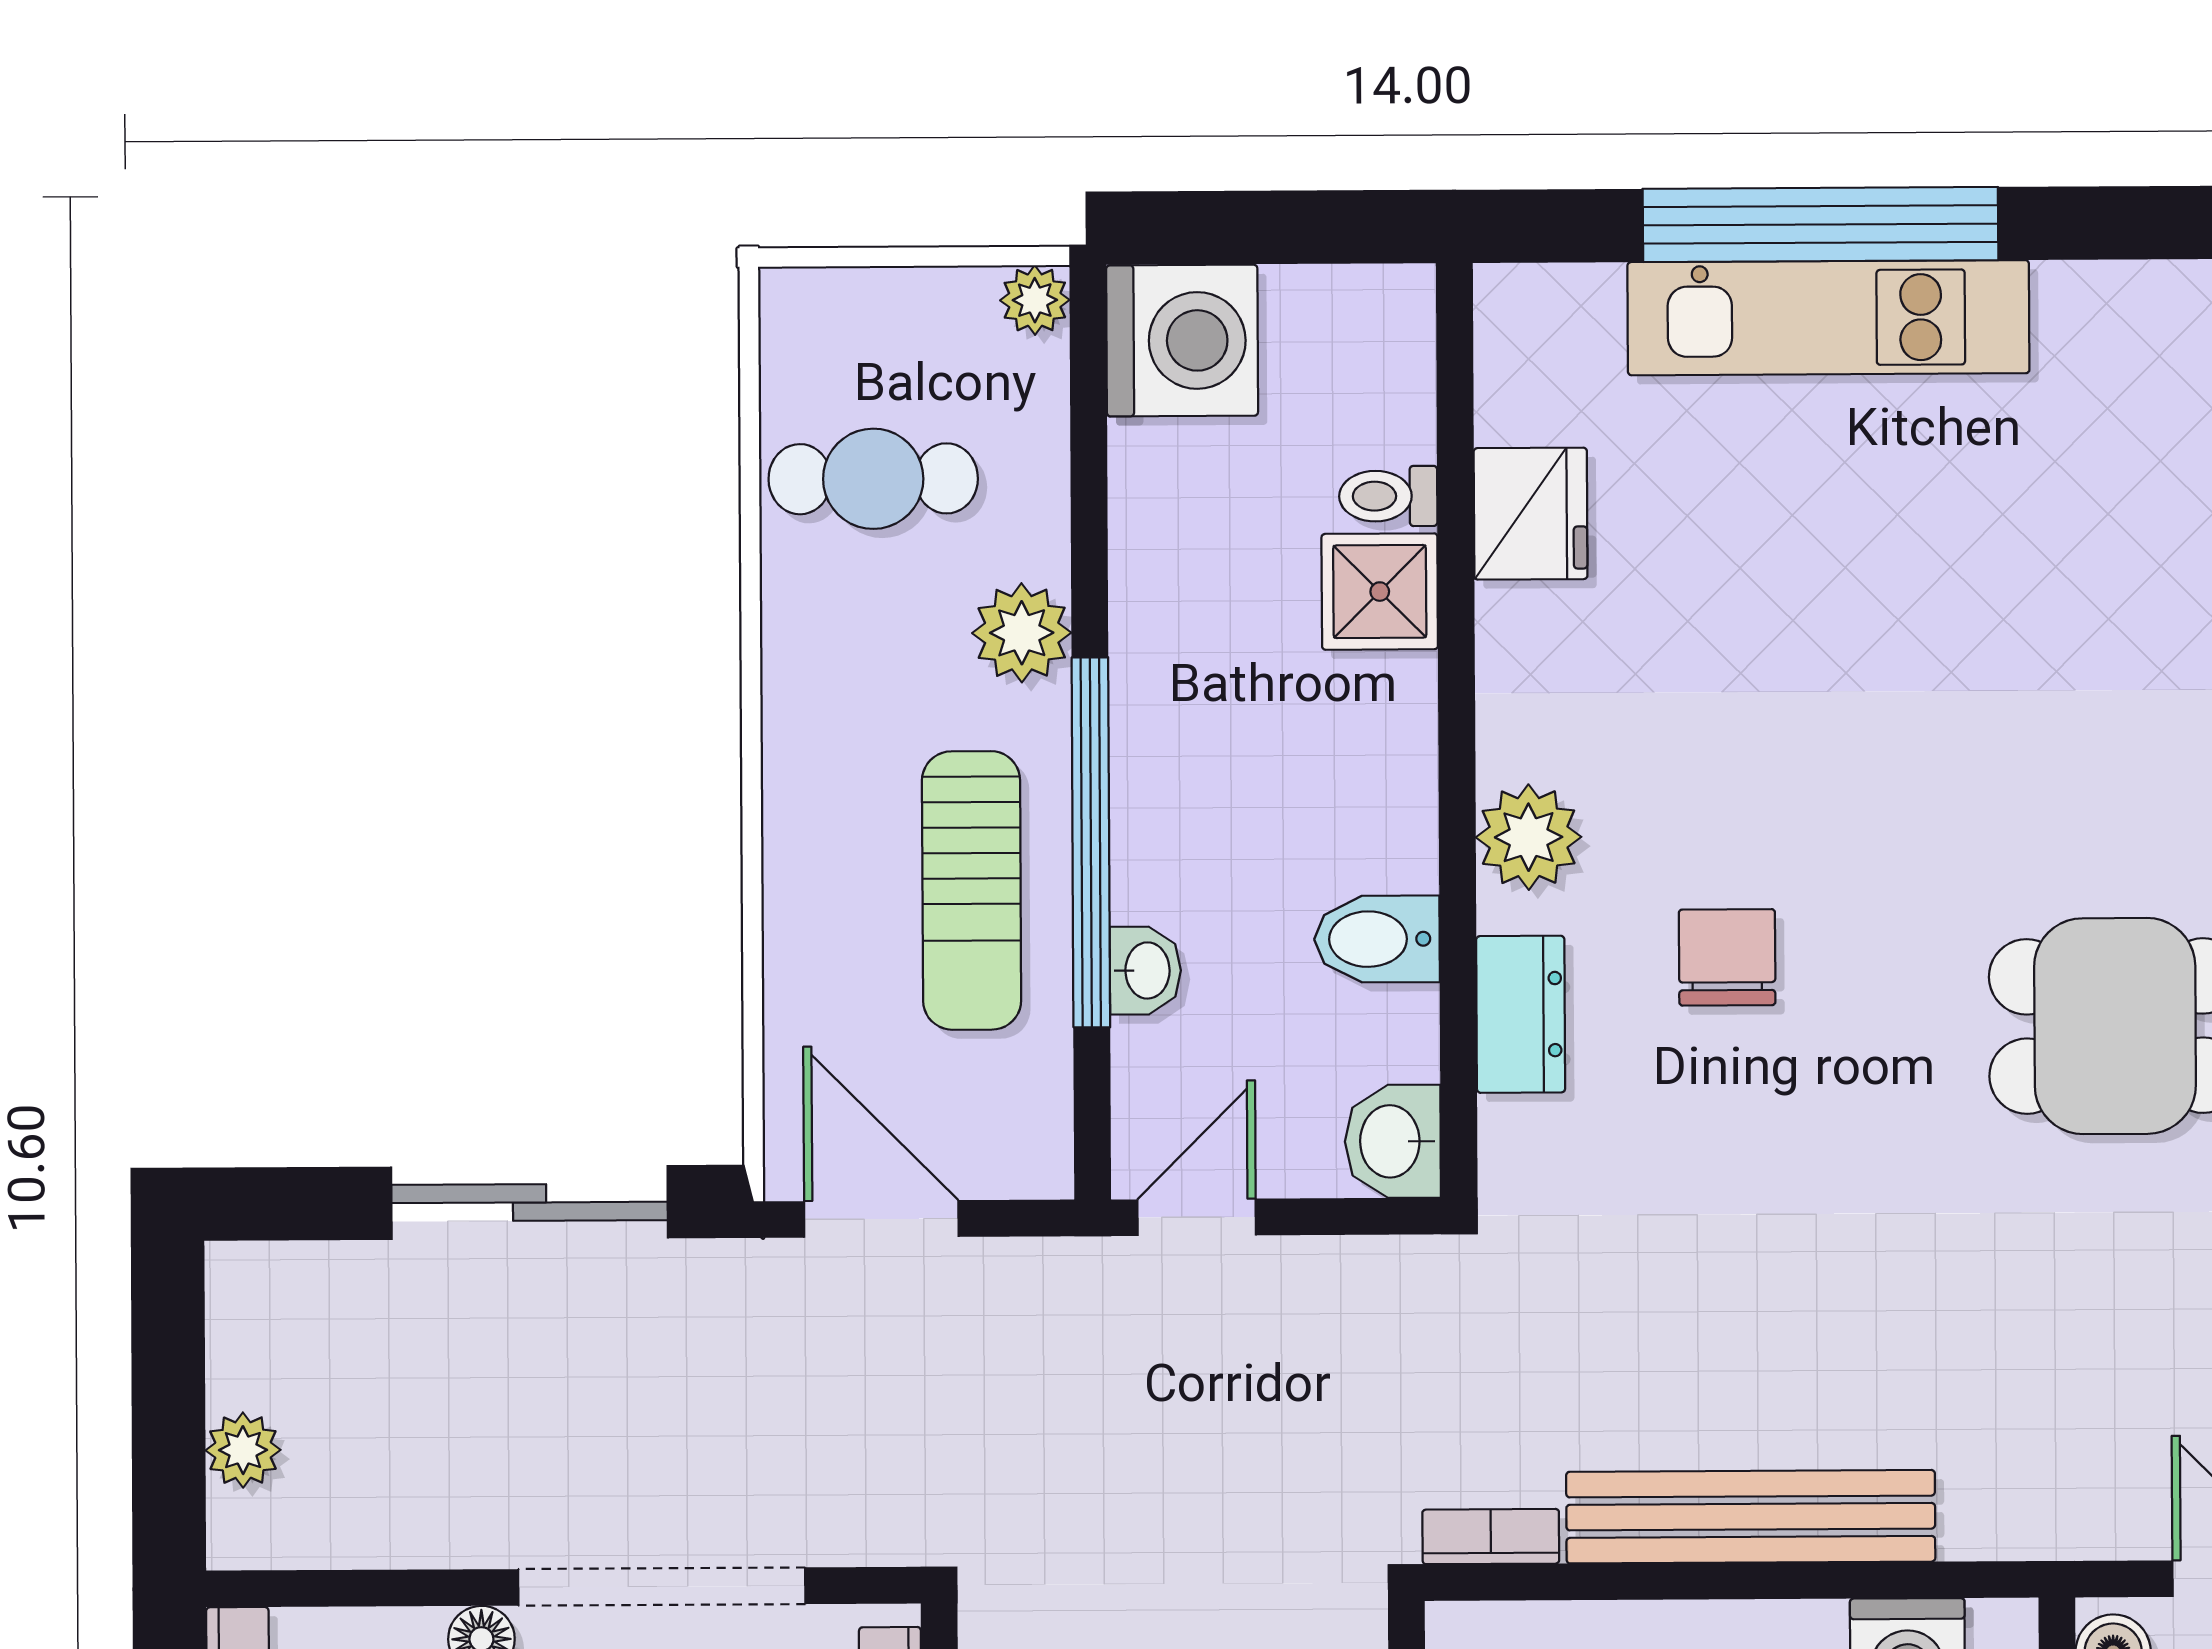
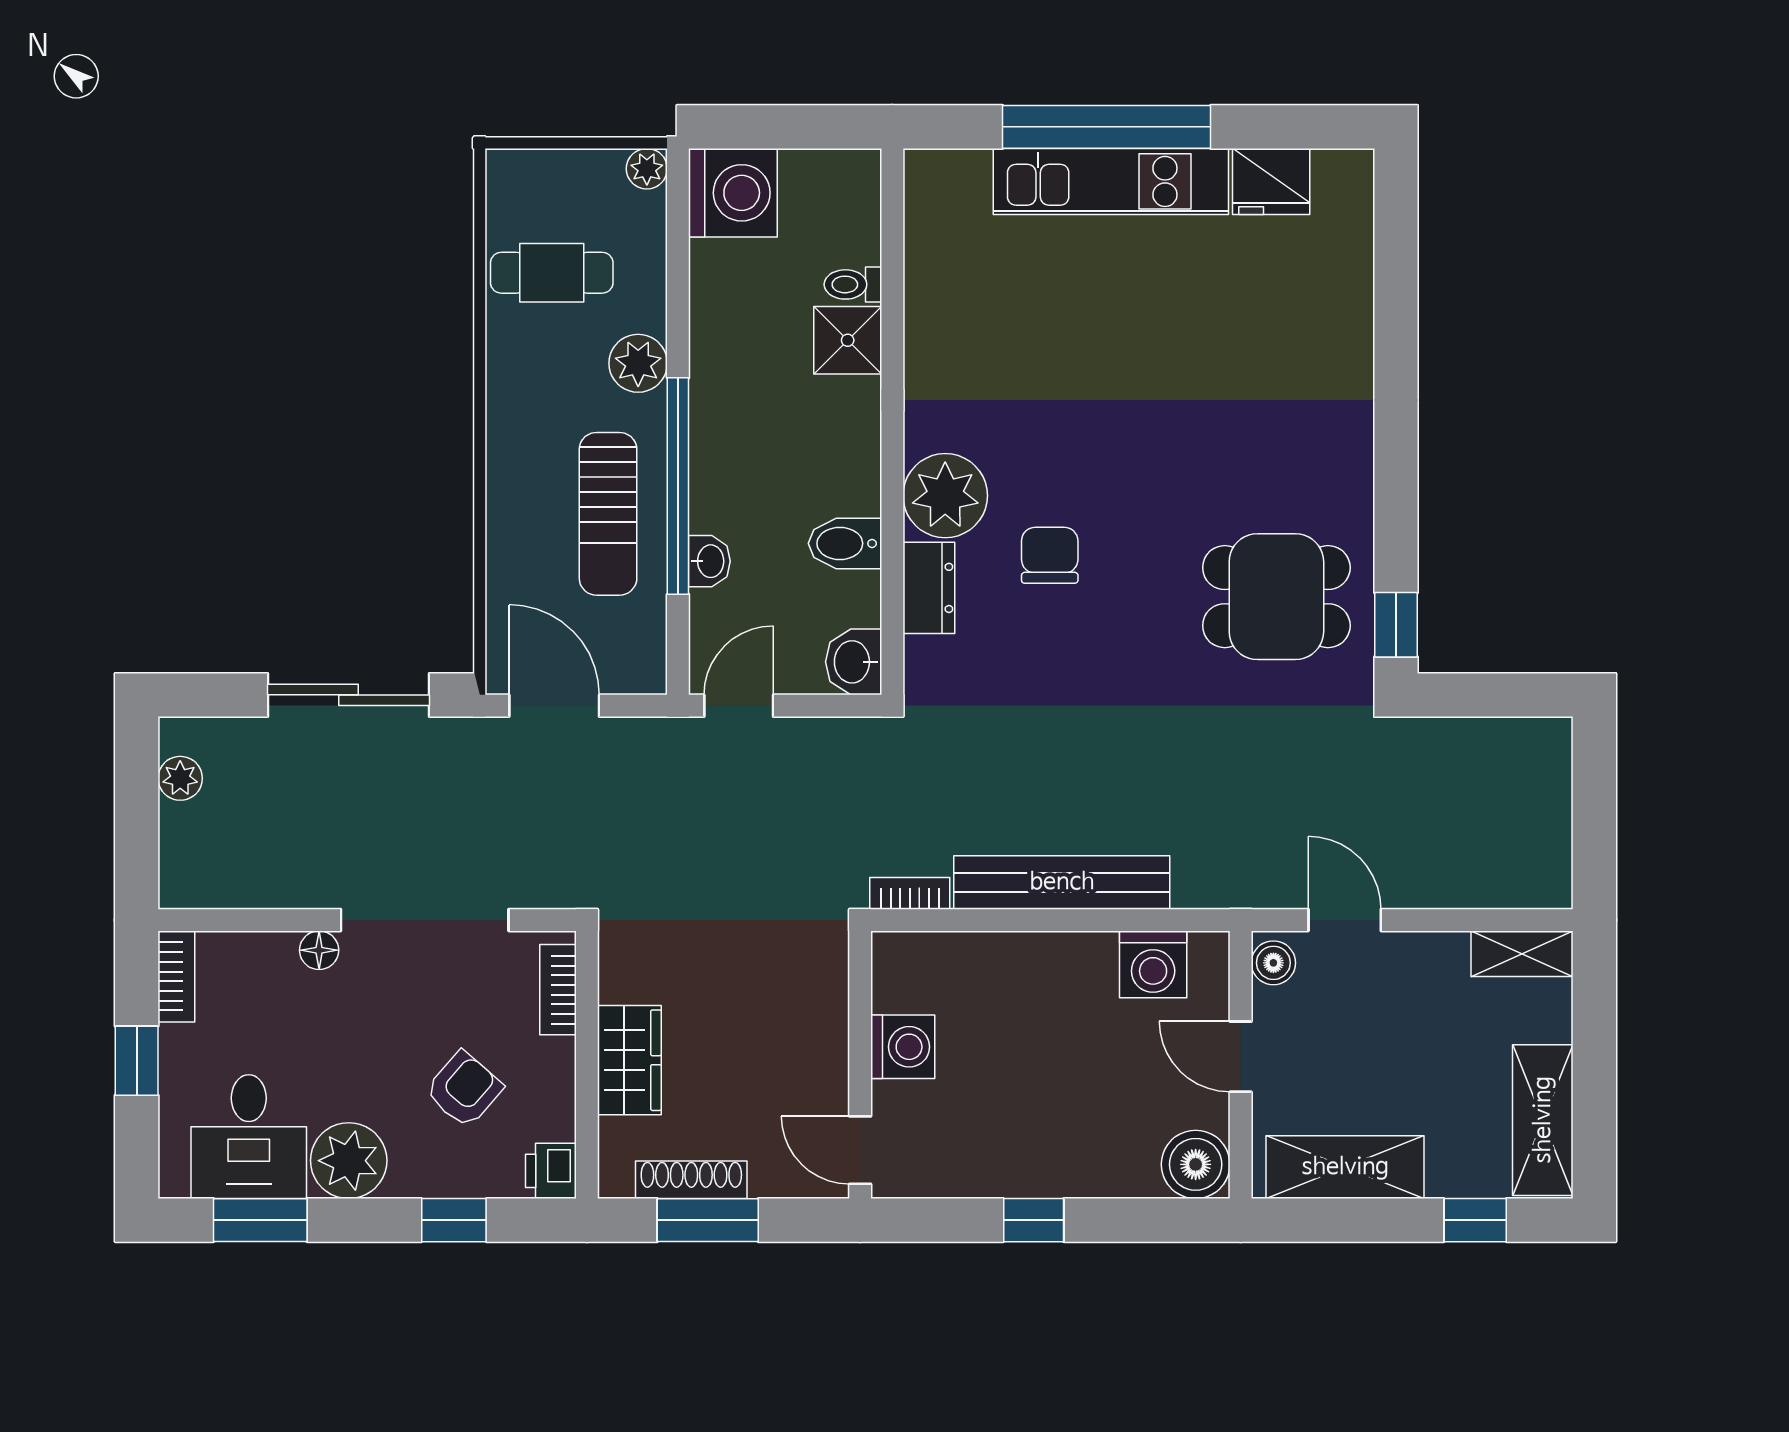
fridge: (1531, 514) -> (1271, 181), moved, turned 90
plant: (1529, 837) -> (945, 496), width x1.36, depth x1.36
plant: (243, 1450) -> (180, 778), moved

